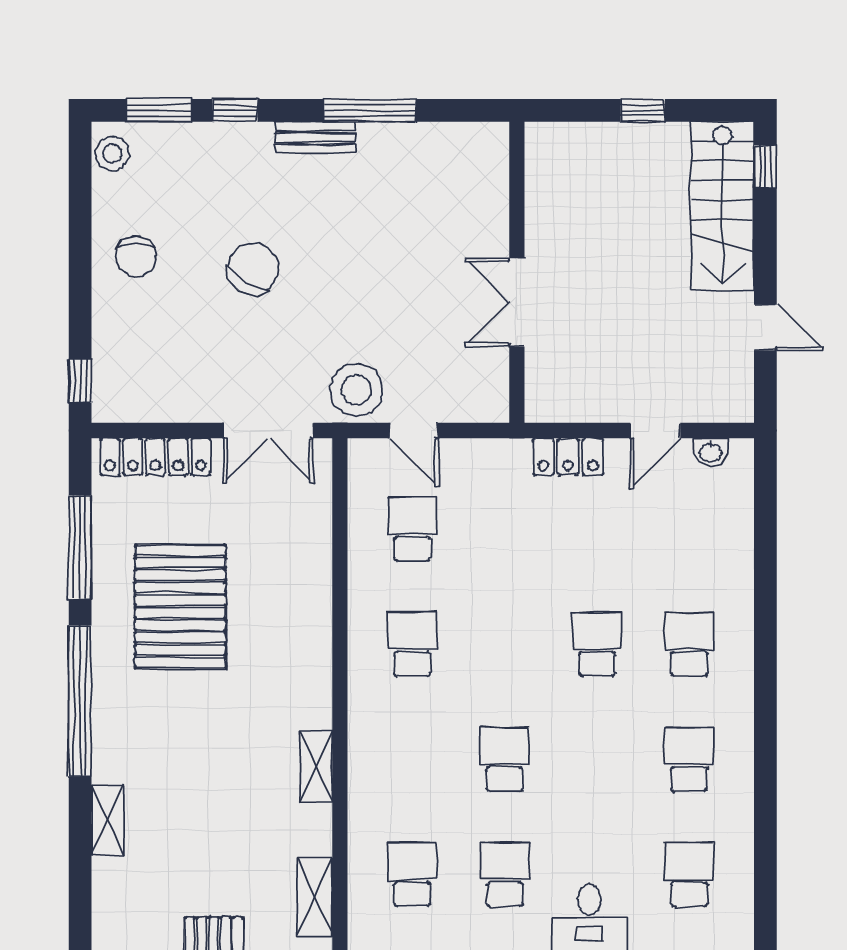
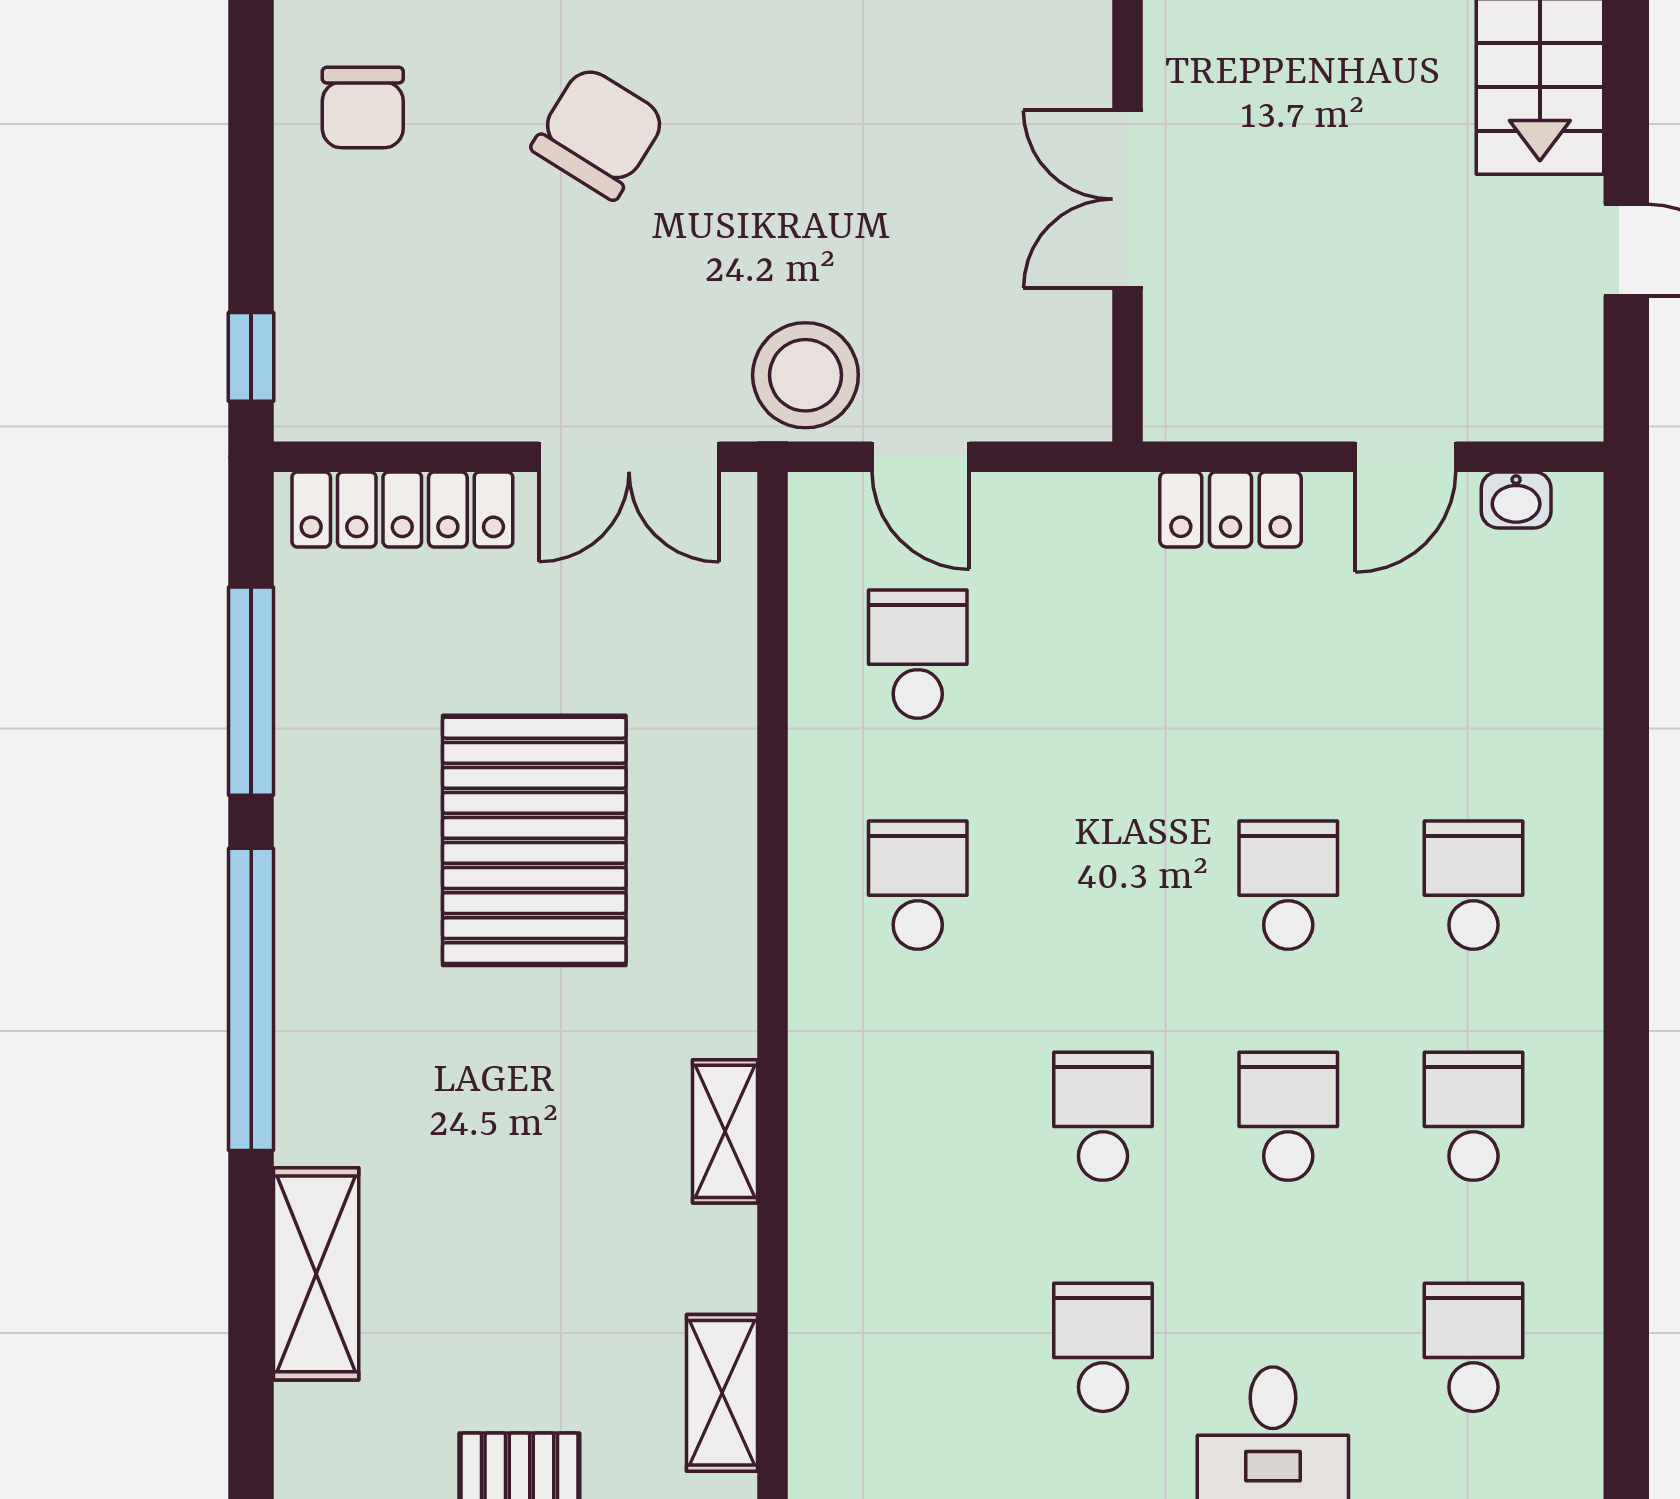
pallet: (180, 606) -> (534, 840), moved
shelving: (107, 820) -> (316, 1274), width x1.50, depth x1.33
school desk: (412, 874) -> (1288, 1116), moved

